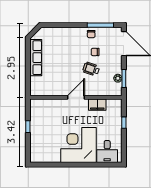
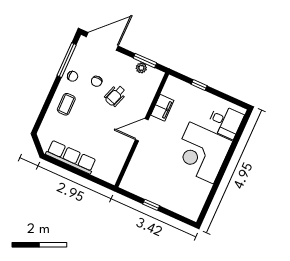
coffee table: (70, 38) -> (66, 104), added
door: (76, 97) -> (142, 130), hinge flipped

